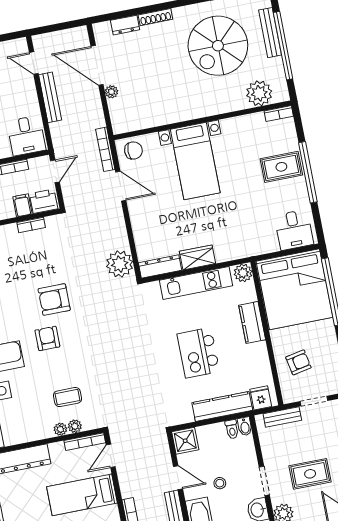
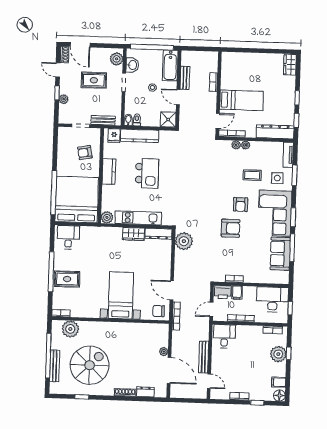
kitchen counter: (252, 322) -> (109, 171), moved
coffee table: (67, 397) -> (252, 175), moved

